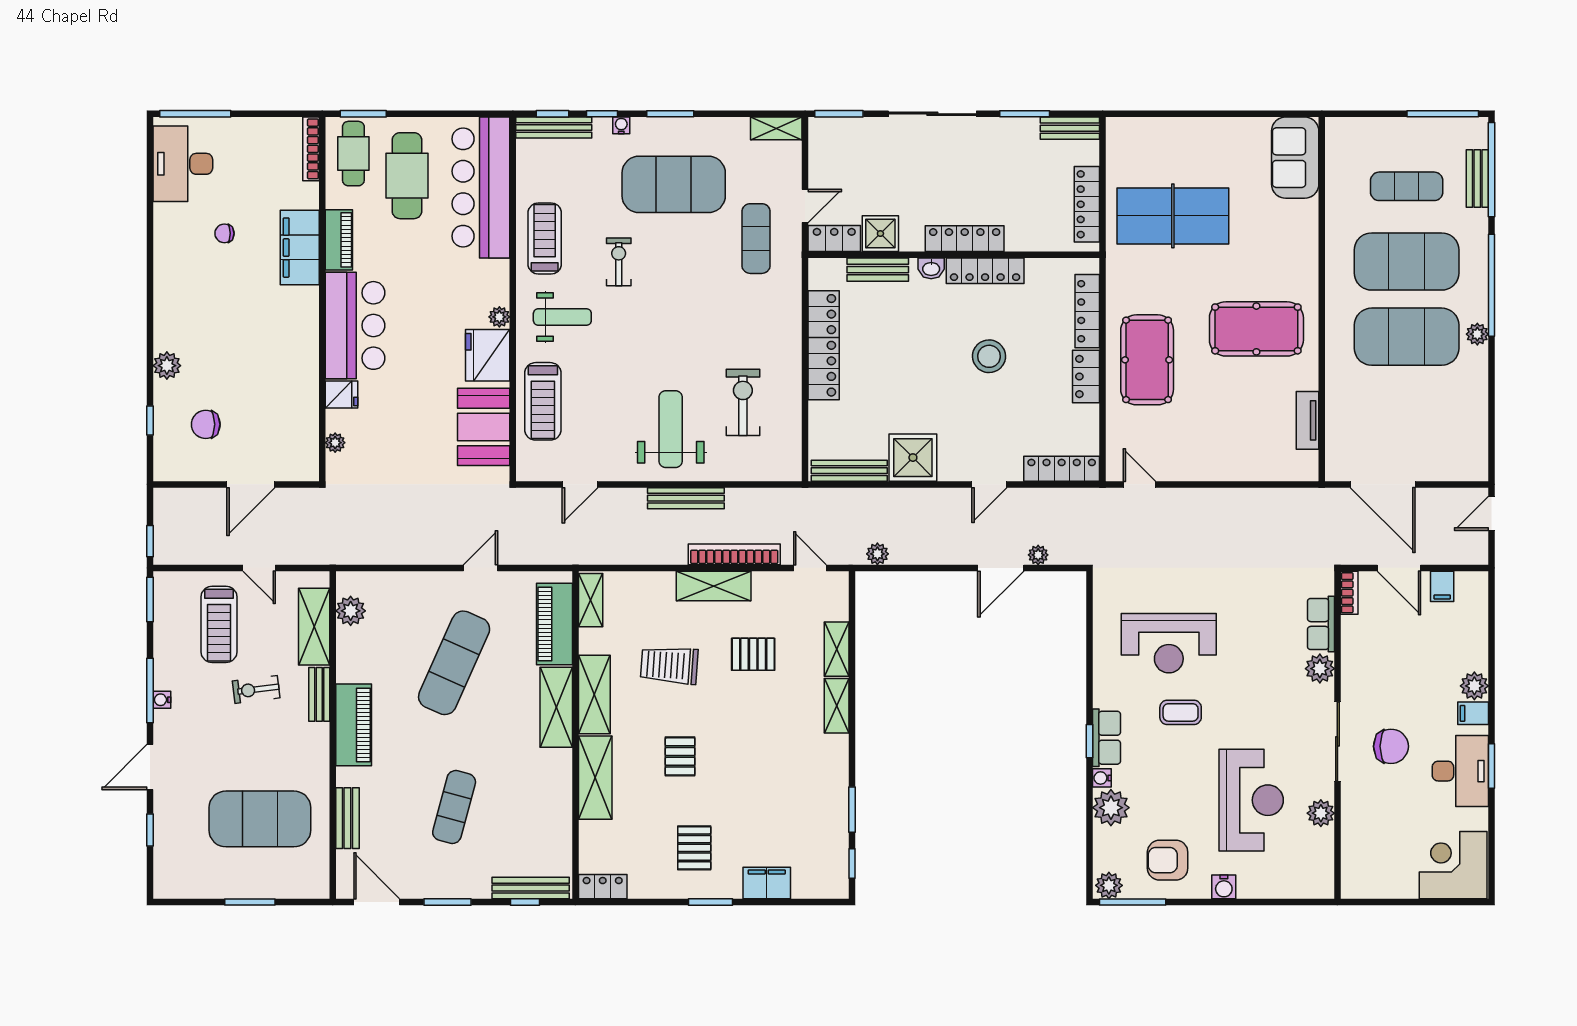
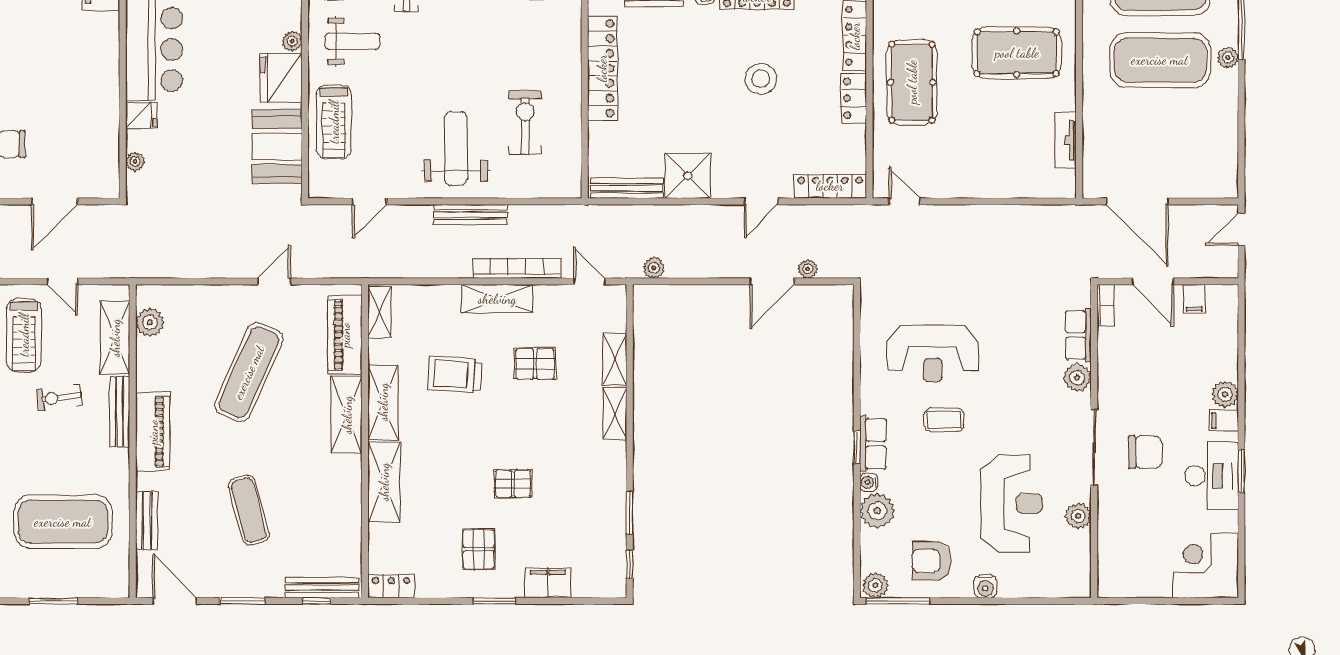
bench: (319, 694) -> (120, 412), width x1.36
pallet: (680, 756) -> (513, 484), moved, turned 90
exercise mat: (454, 807) -> (249, 510), turned -30

